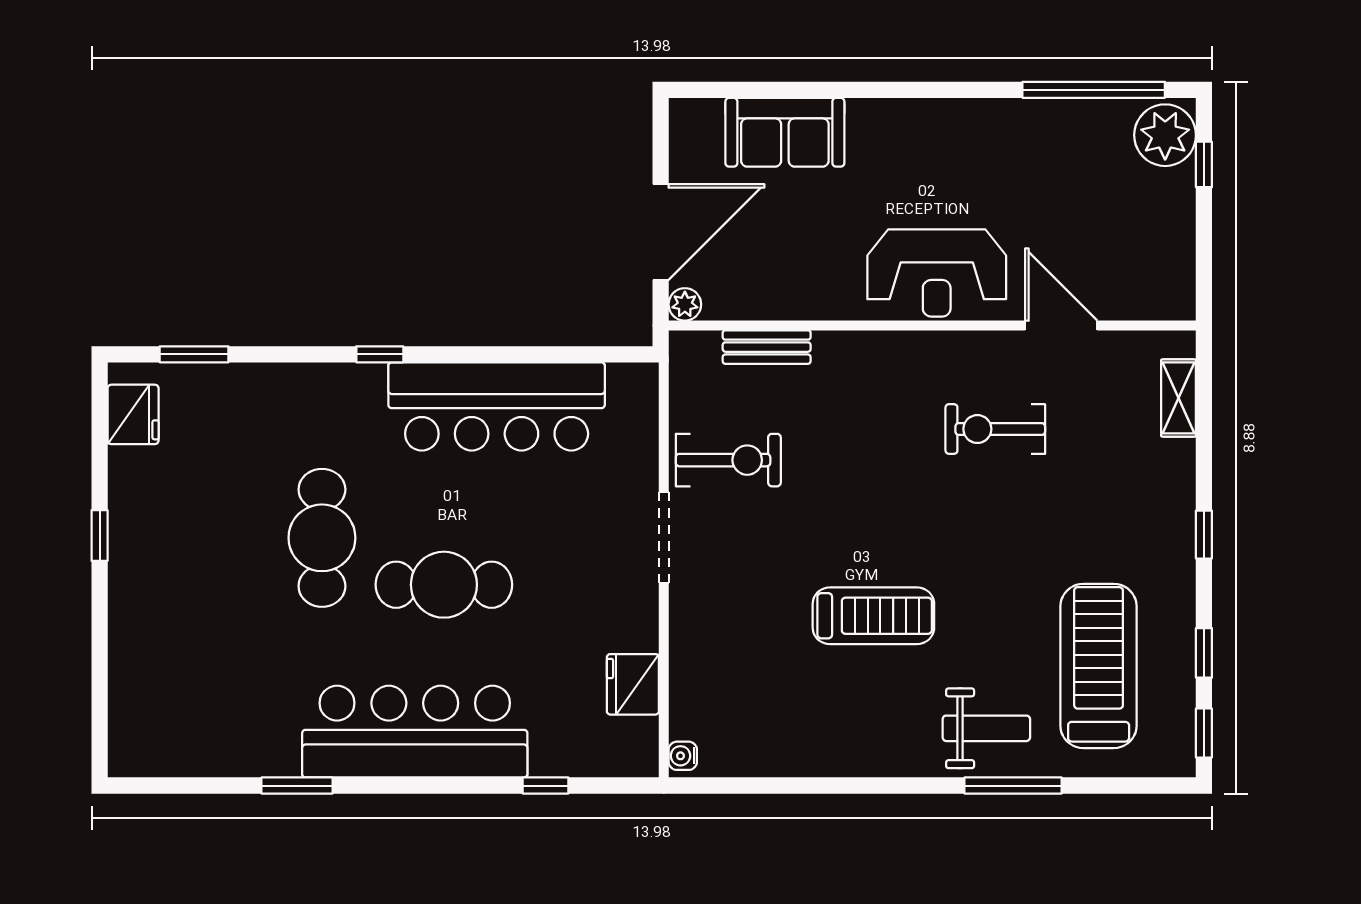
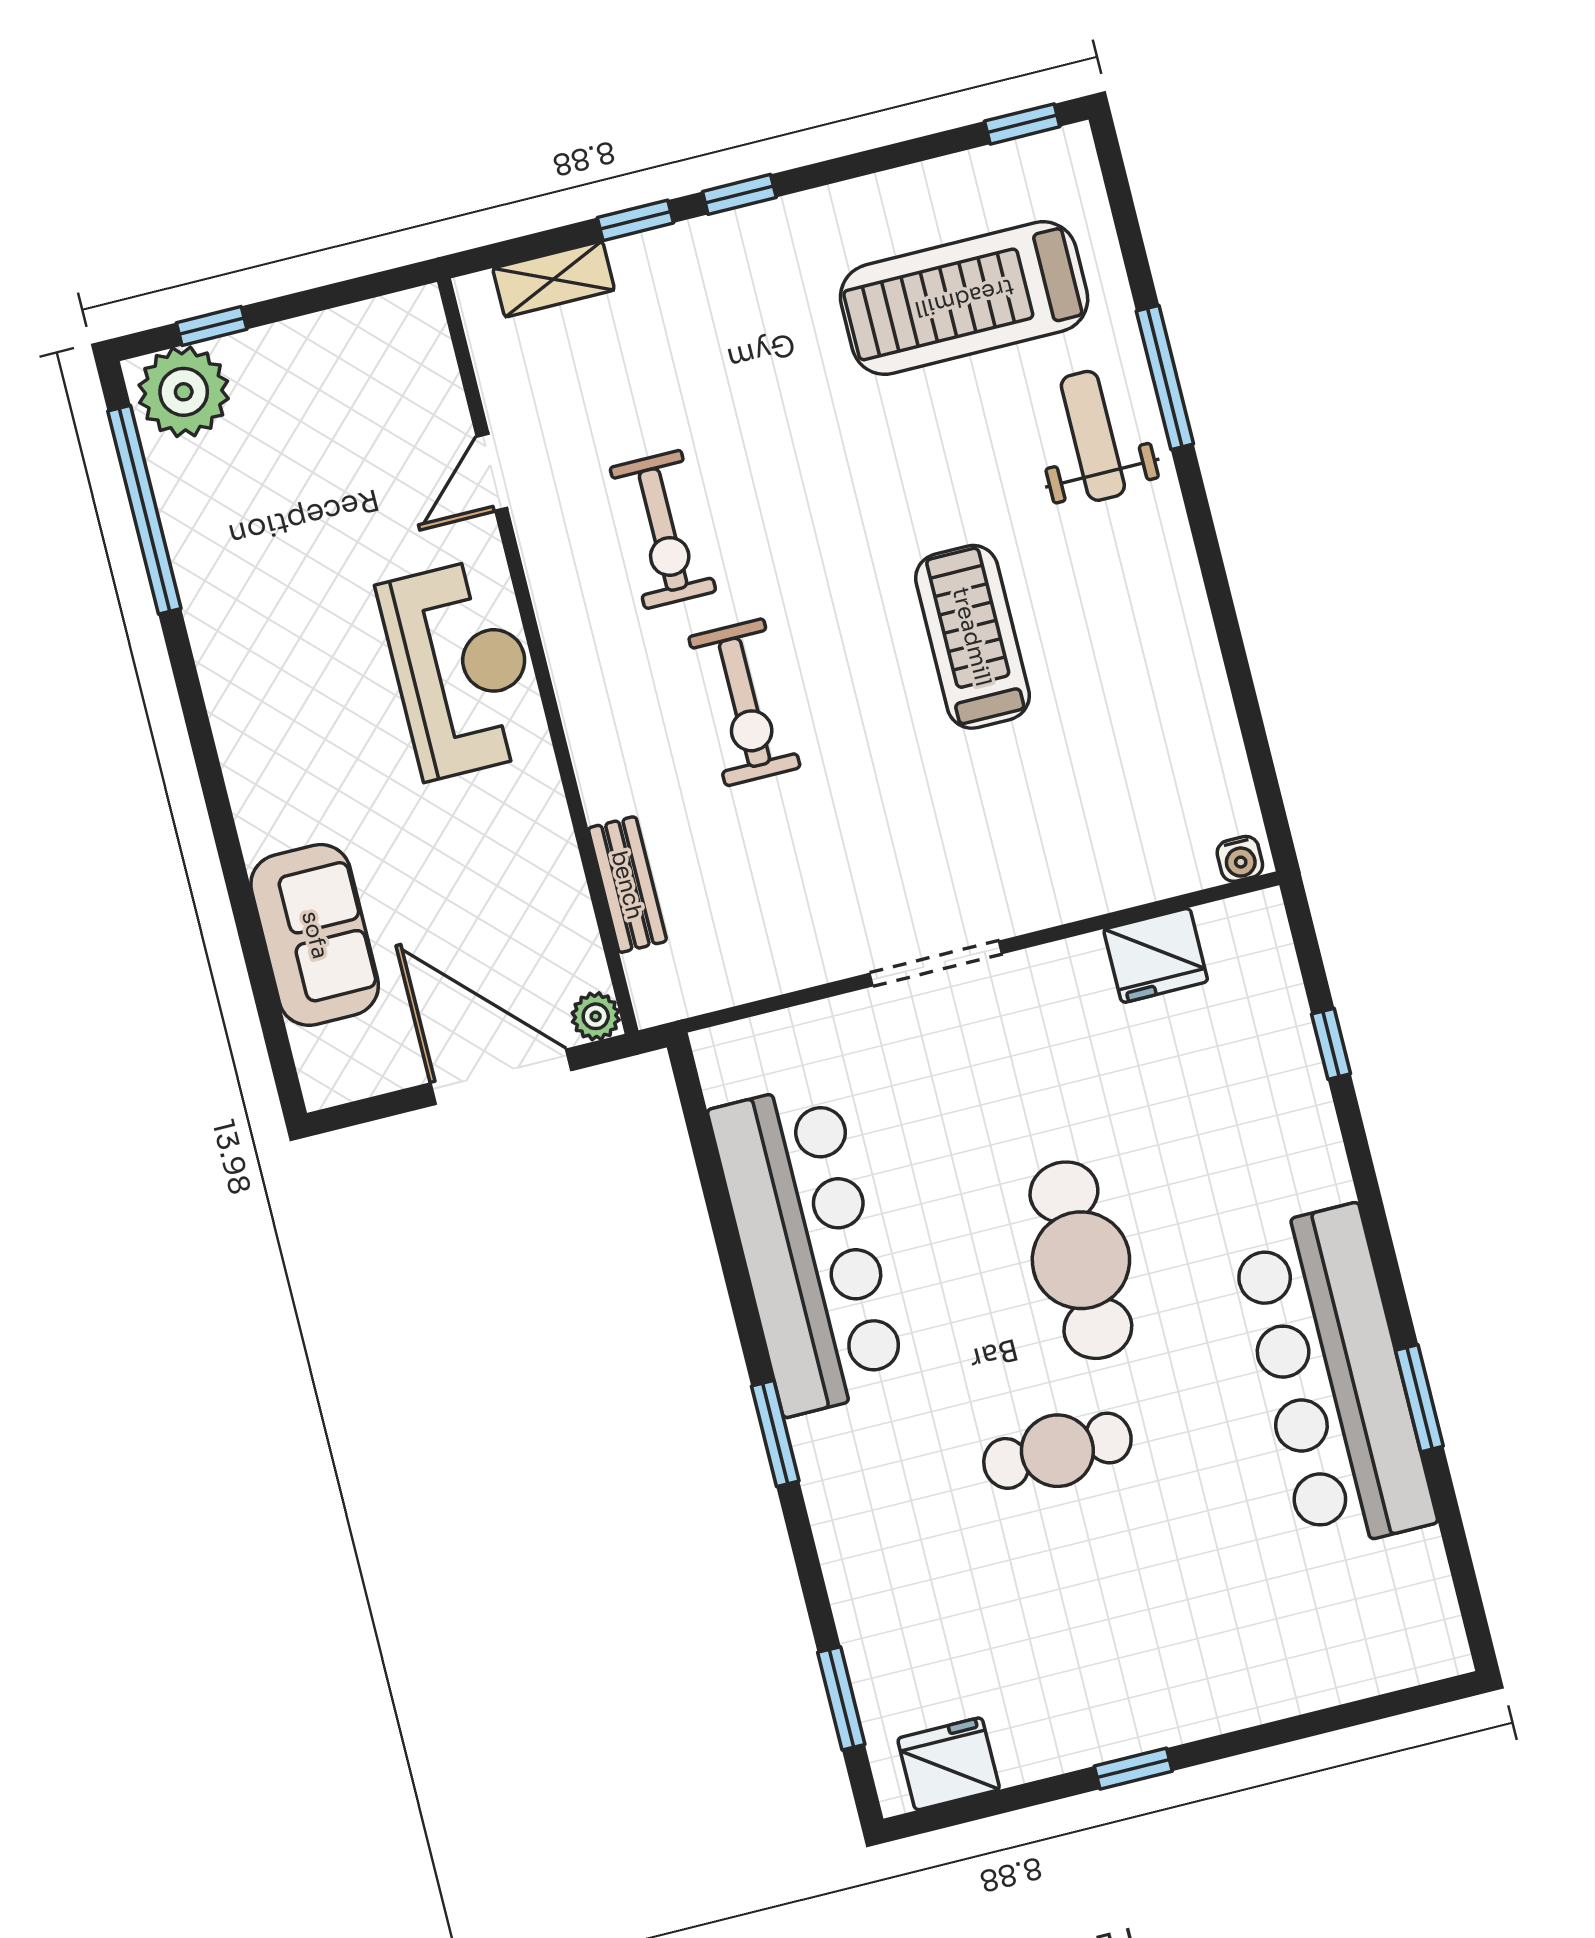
door: (1061, 325) -> (492, 472), width x0.73
window: (380, 354) -> (775, 1433), width x1.50
exercise bike: (728, 460) -> (744, 702), moved, turned 180
cafe table: (322, 538) -> (1057, 1451), width x0.73, depth x0.74
window: (1204, 653) -> (635, 220), moved
bar counter: (415, 732) -> (1333, 1378), moved

